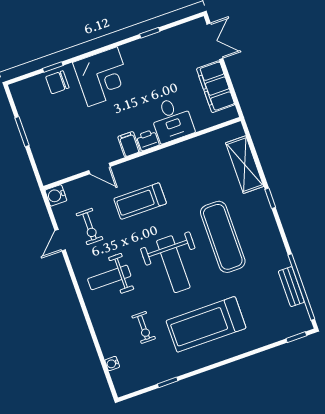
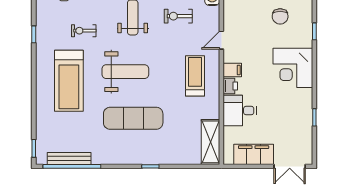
chair: (57, 82) -> (280, 16), moved, turned 180
shelving: (245, 165) -> (211, 142), moved, turned 90
treadmill: (140, 201) -> (195, 76), moved
weight bench: (173, 264) -> (125, 72), turned 180
bench: (291, 287) -> (69, 158), width x1.36
treadmill: (206, 324) -> (69, 81), turned 180

